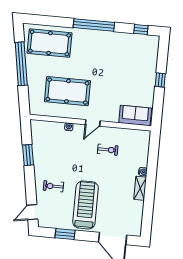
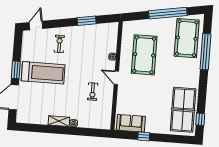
window: (94, 25) -> (205, 52), moved
table tennis table: (130, 48) -> (183, 110), added
window: (160, 80) -> (144, 136), moved
sofa: (135, 115) -> (131, 123), moved, turned -90
door: (32, 212) -> (36, 25), hinge flipped
window: (65, 234) -> (16, 70), moved

